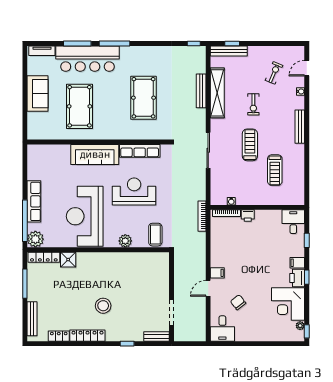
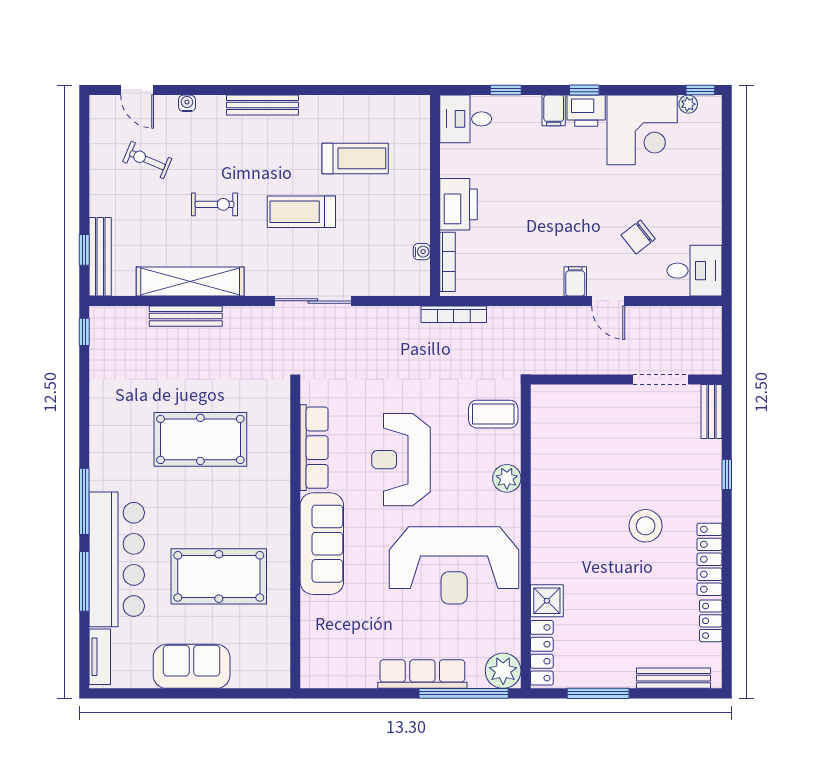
printer: (248, 215) -> (458, 204), width x1.87, depth x1.48

